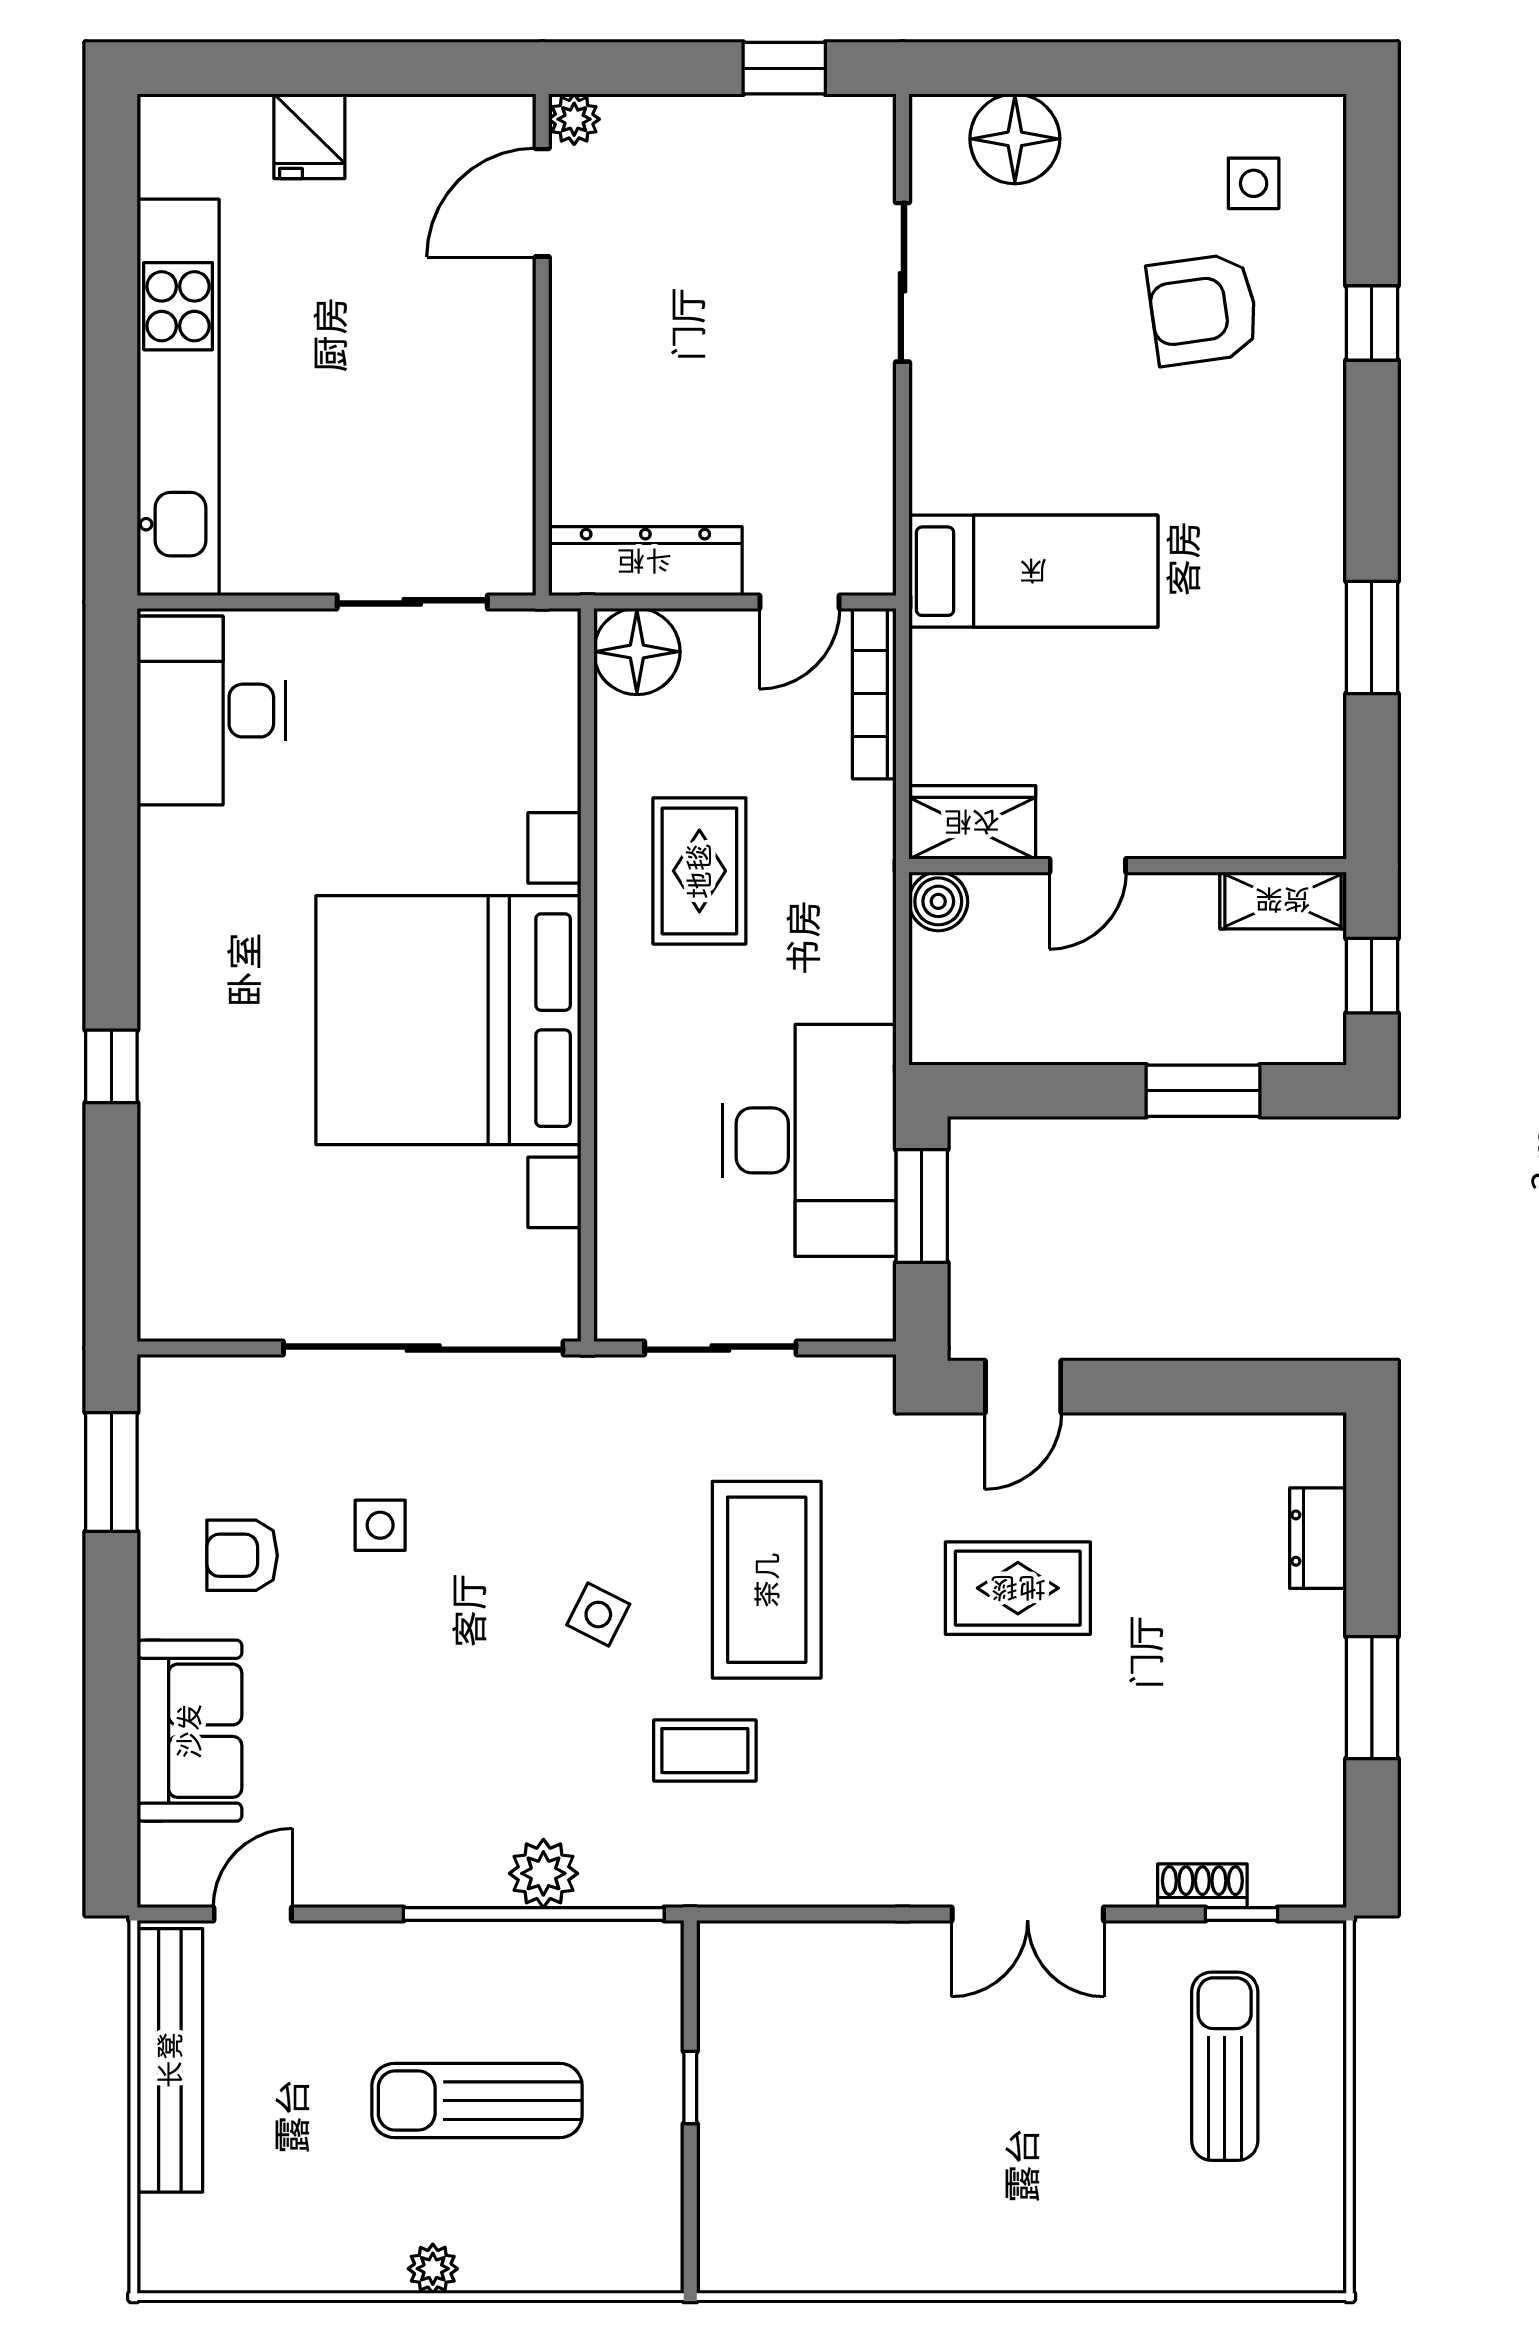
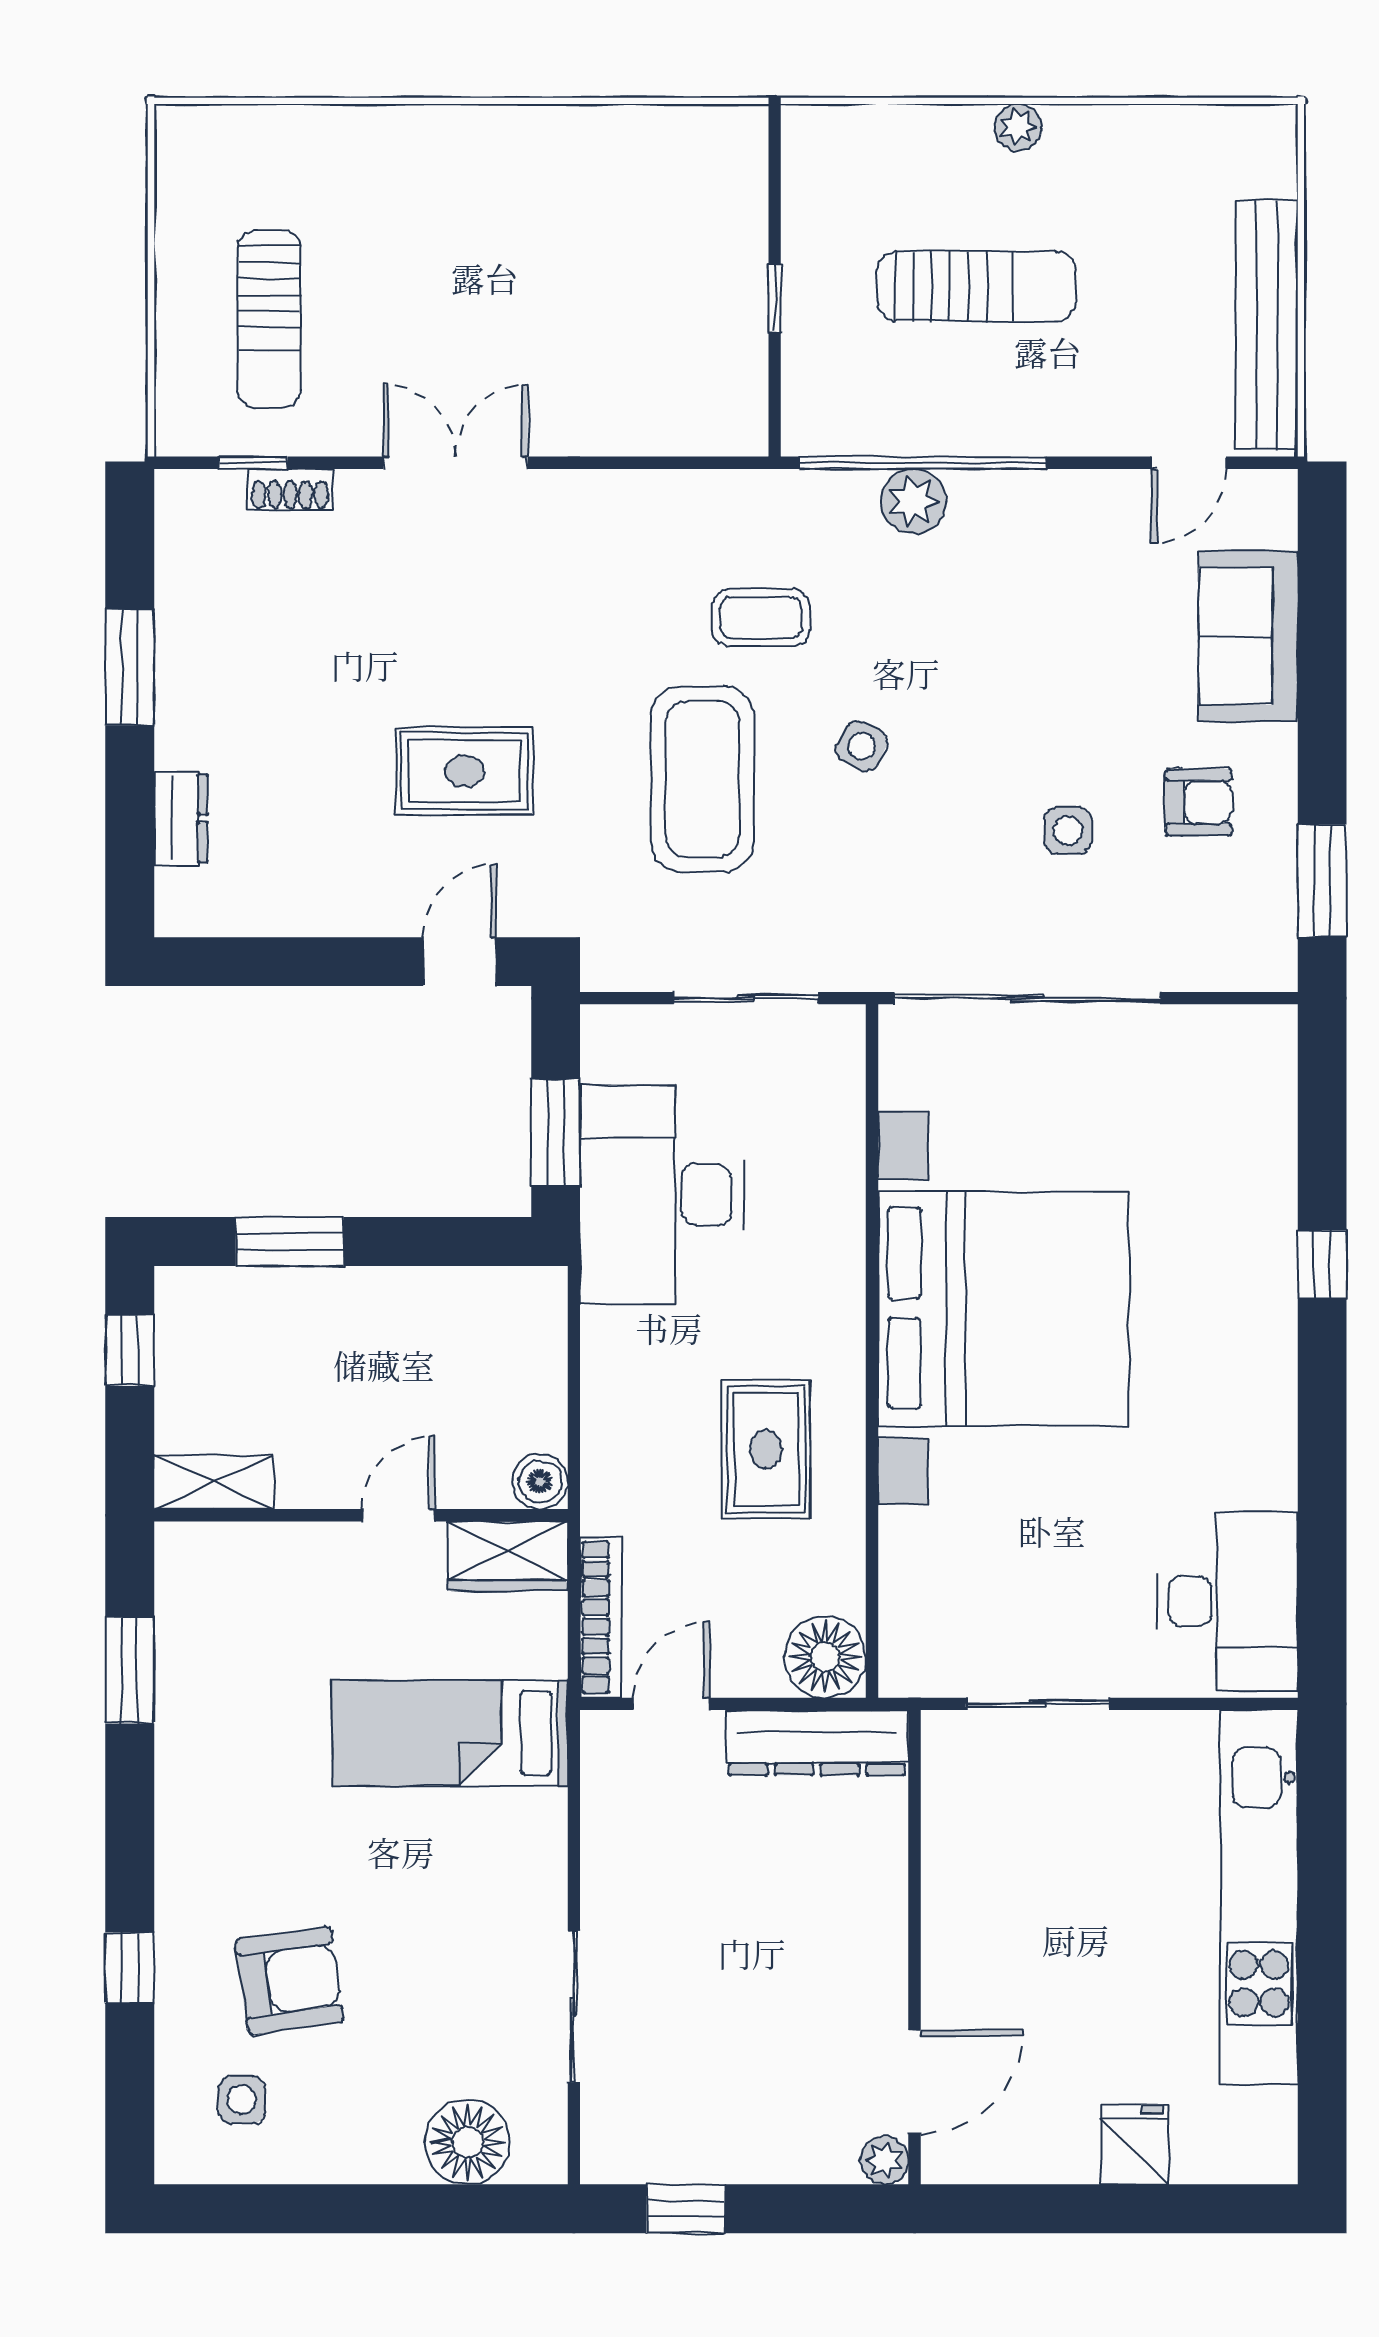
wardrobe: (972, 822) -> (508, 1556), moved
door: (1088, 866) -> (399, 1515), moved
wall: (1128, 866) -> (361, 1515), moved
shelving: (1283, 900) -> (214, 1482), moved
boiler: (938, 901) -> (540, 1481), moved

